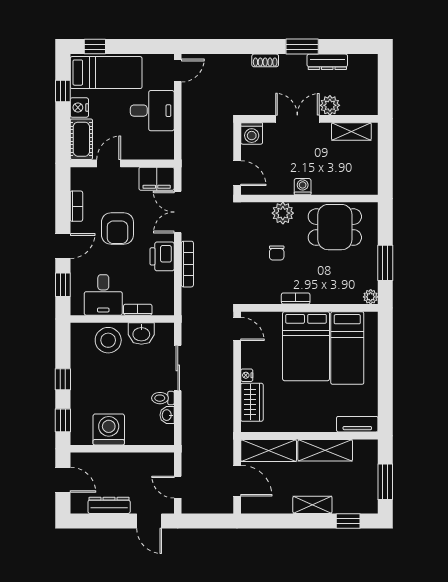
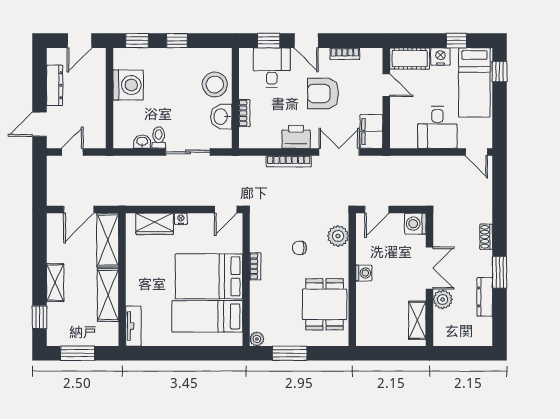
plant: (283, 213) -> (338, 236), moved
desk: (103, 295) -> (272, 68), moved, turned 90

